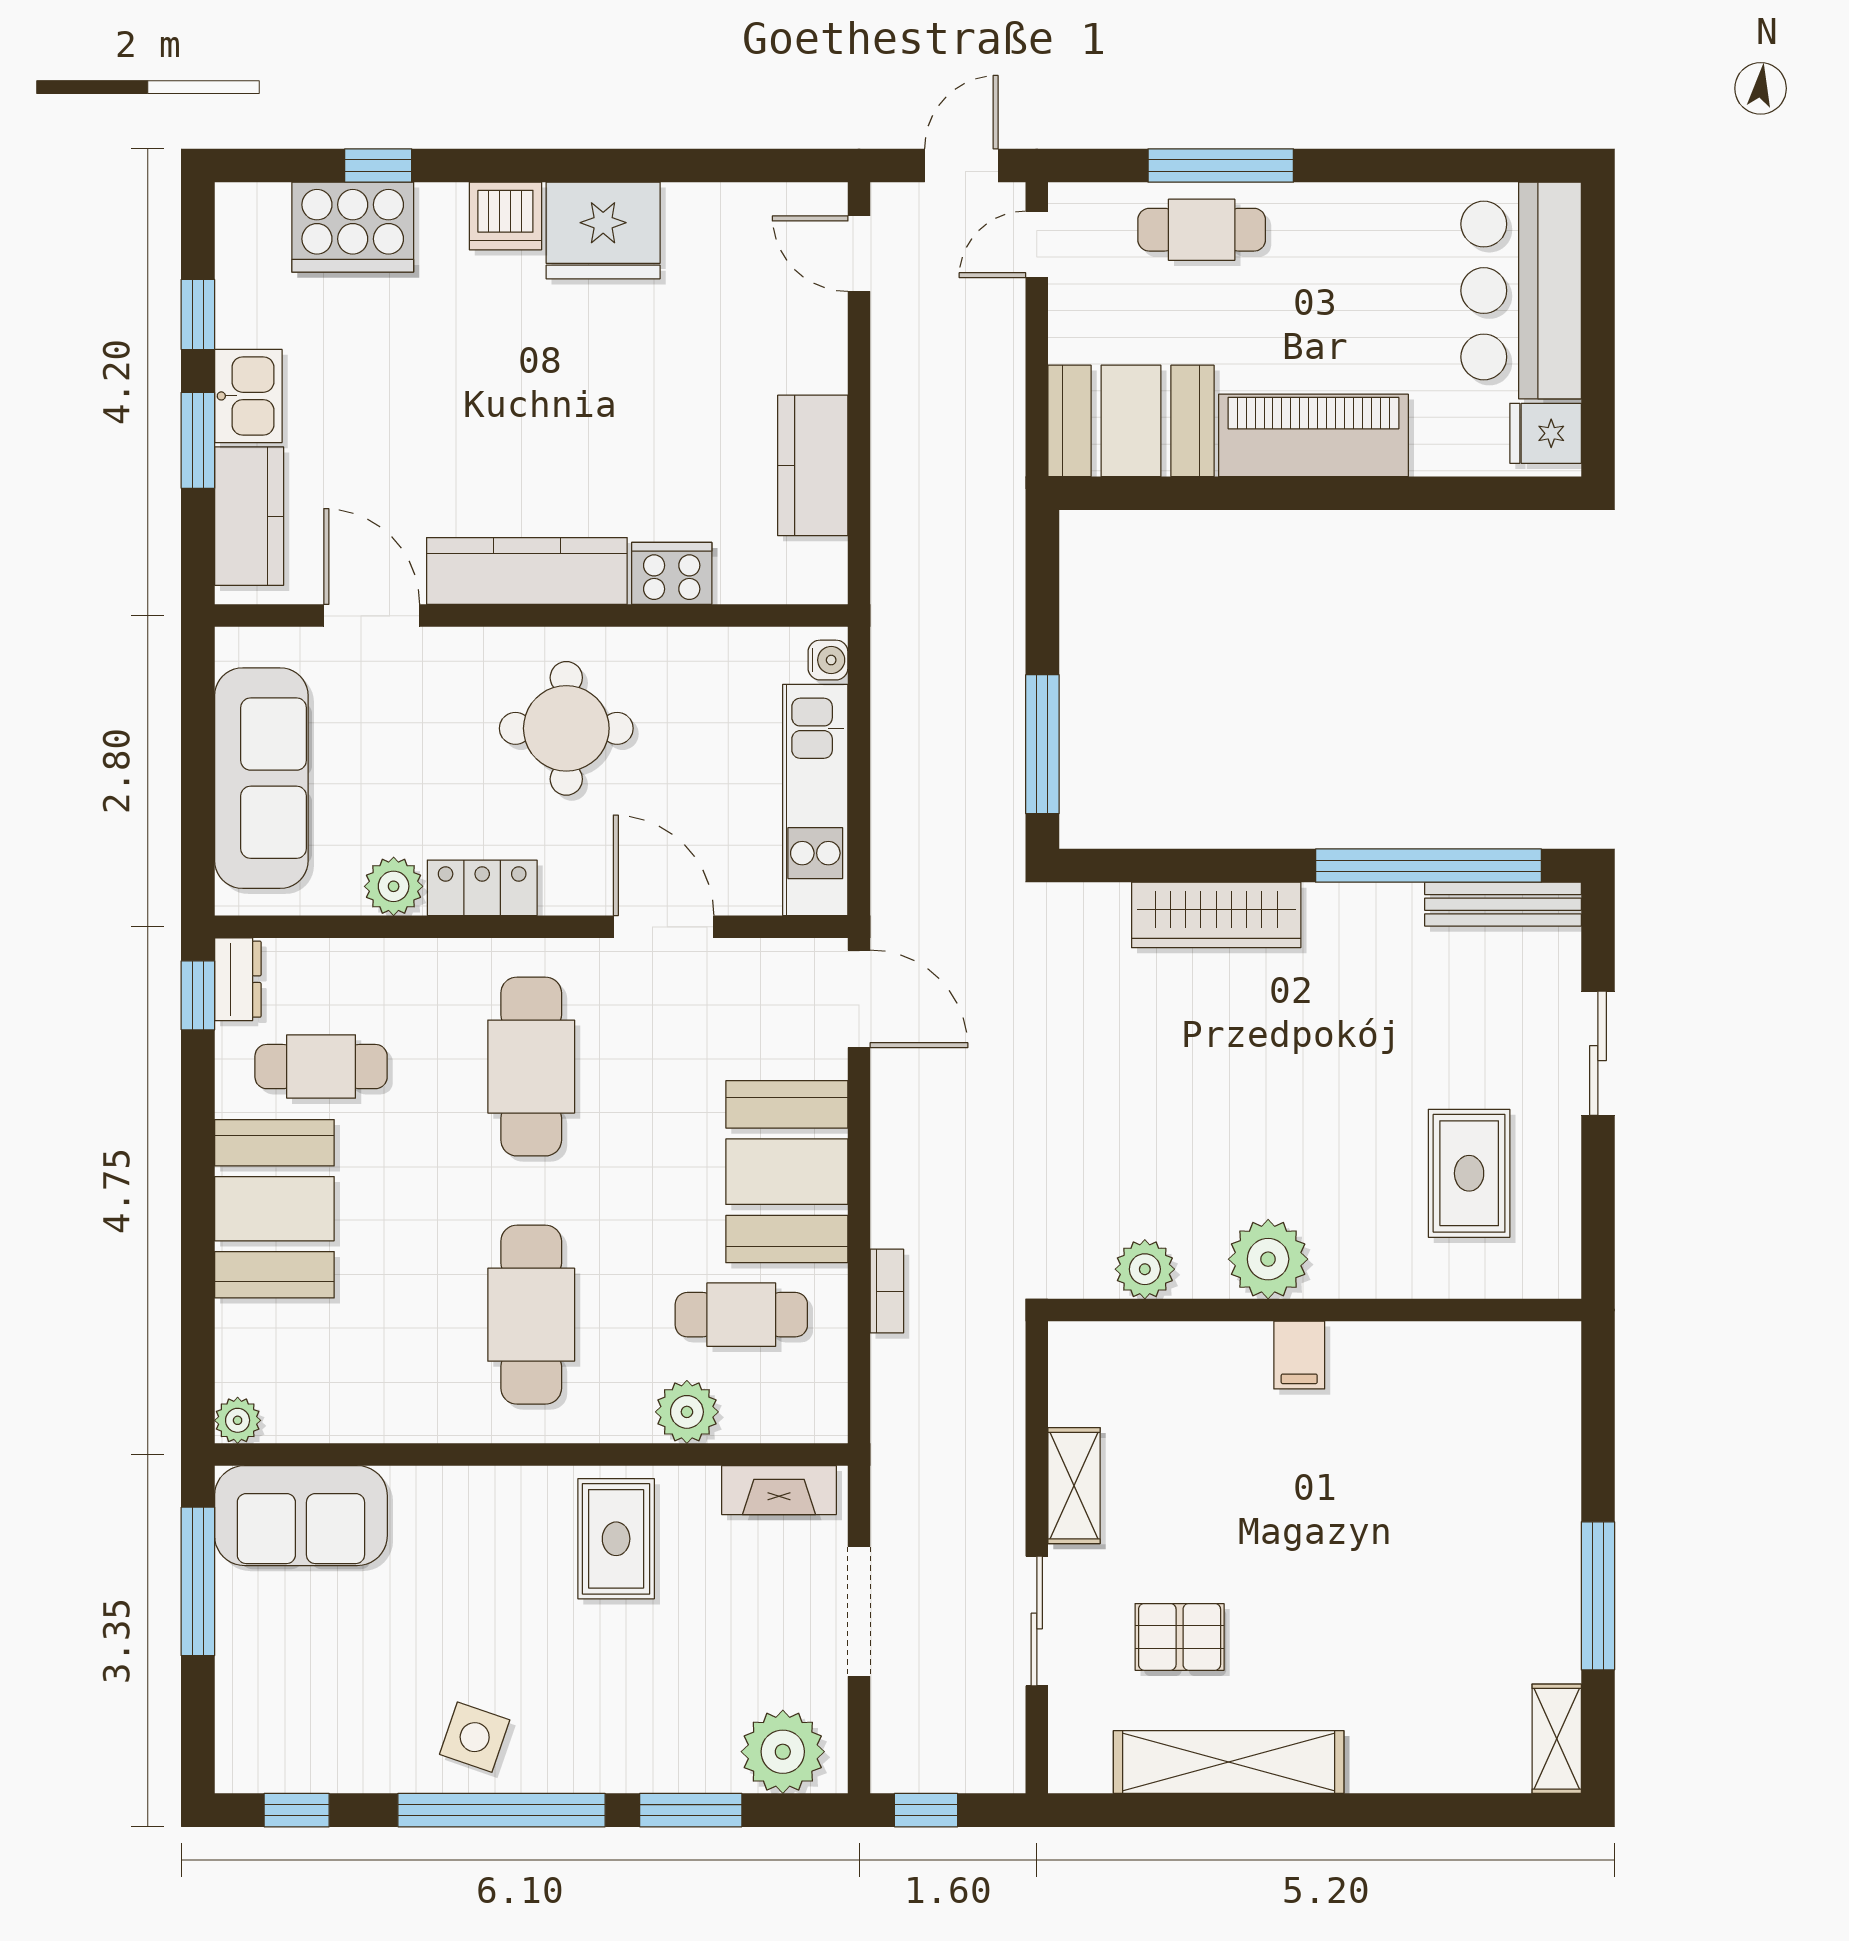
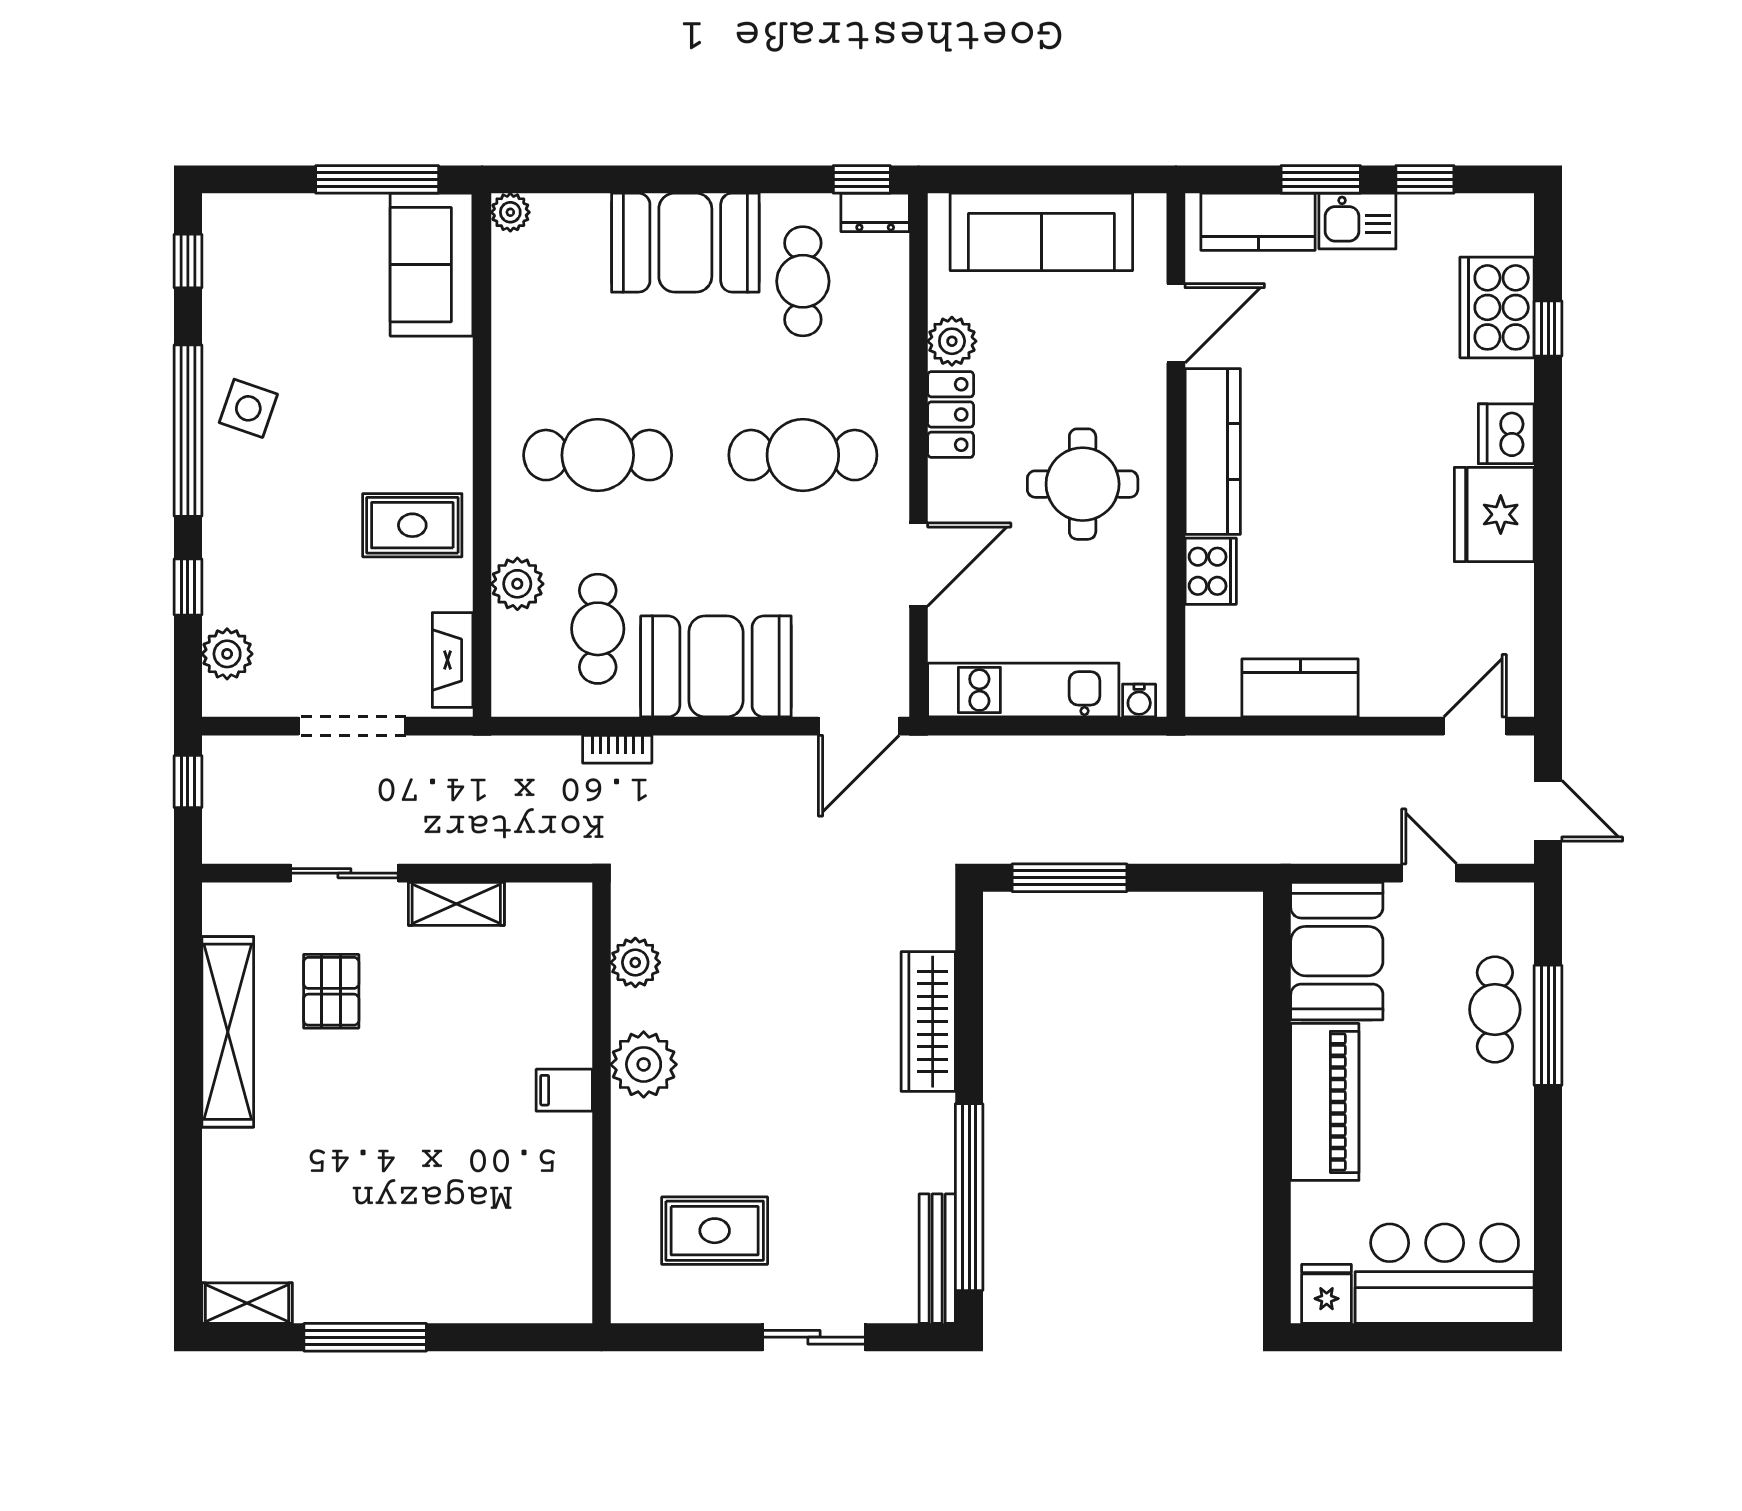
door: (1037, 244) -> (1429, 873), moved
plant: (783, 1752) -> (227, 654), width x0.73, depth x0.73
window: (691, 1810) -> (188, 587), width x0.67

